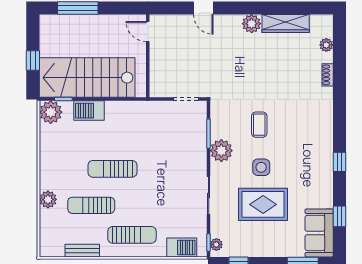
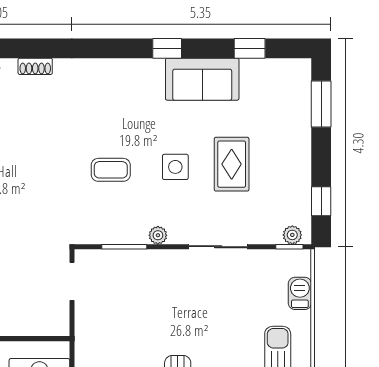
plant: (221, 151) -> (158, 235), width x0.53, depth x0.53
rug: (263, 204) -> (232, 164), width x0.73, depth x0.70
sofa: (319, 233) -> (202, 79), moved
barbecue: (182, 247) -> (300, 293), width x0.73, depth x0.79

